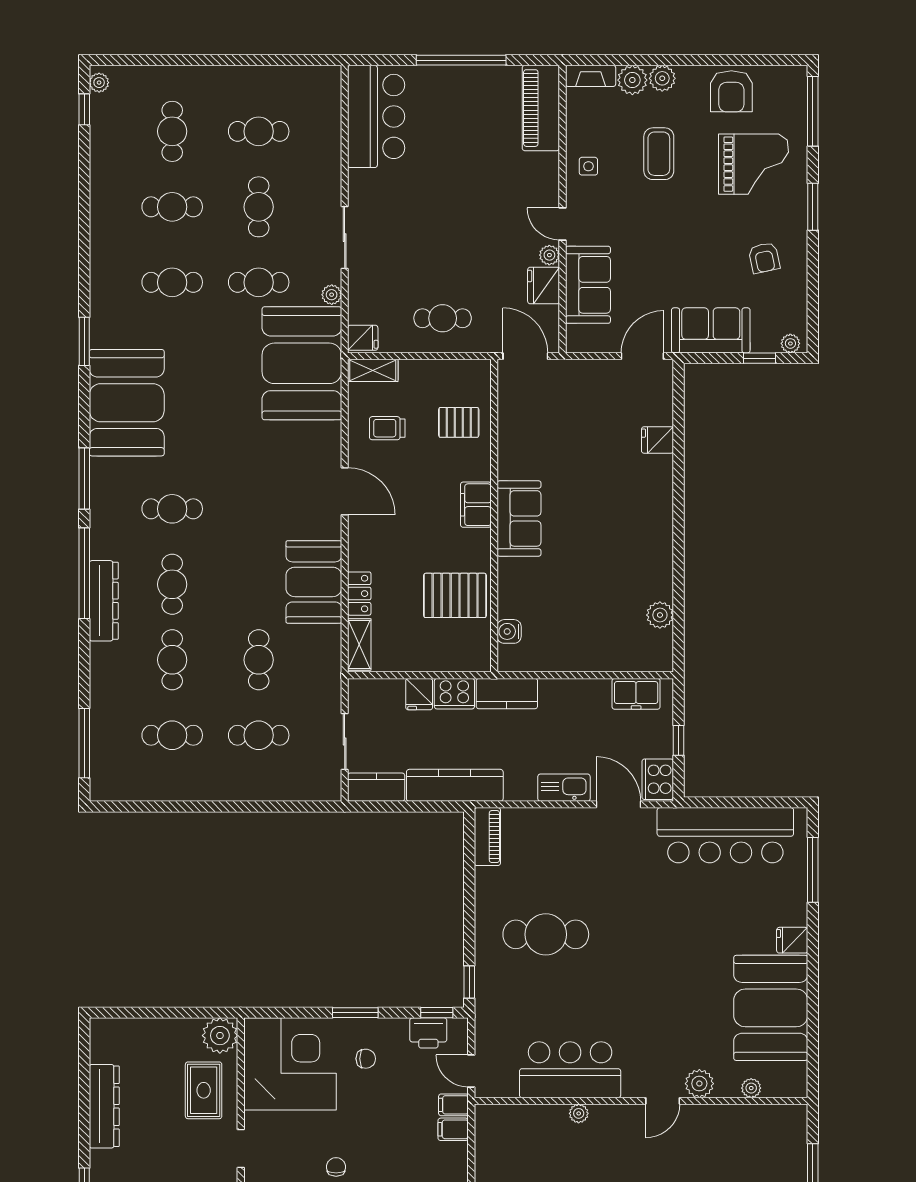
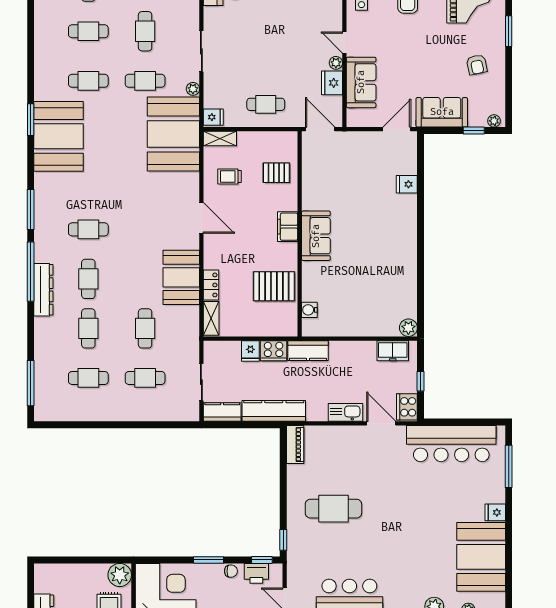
booth: (127, 403) -> (58, 136), moved
plant: (660, 615) -> (408, 328), moved
chair: (366, 1059) -> (231, 571), moved

